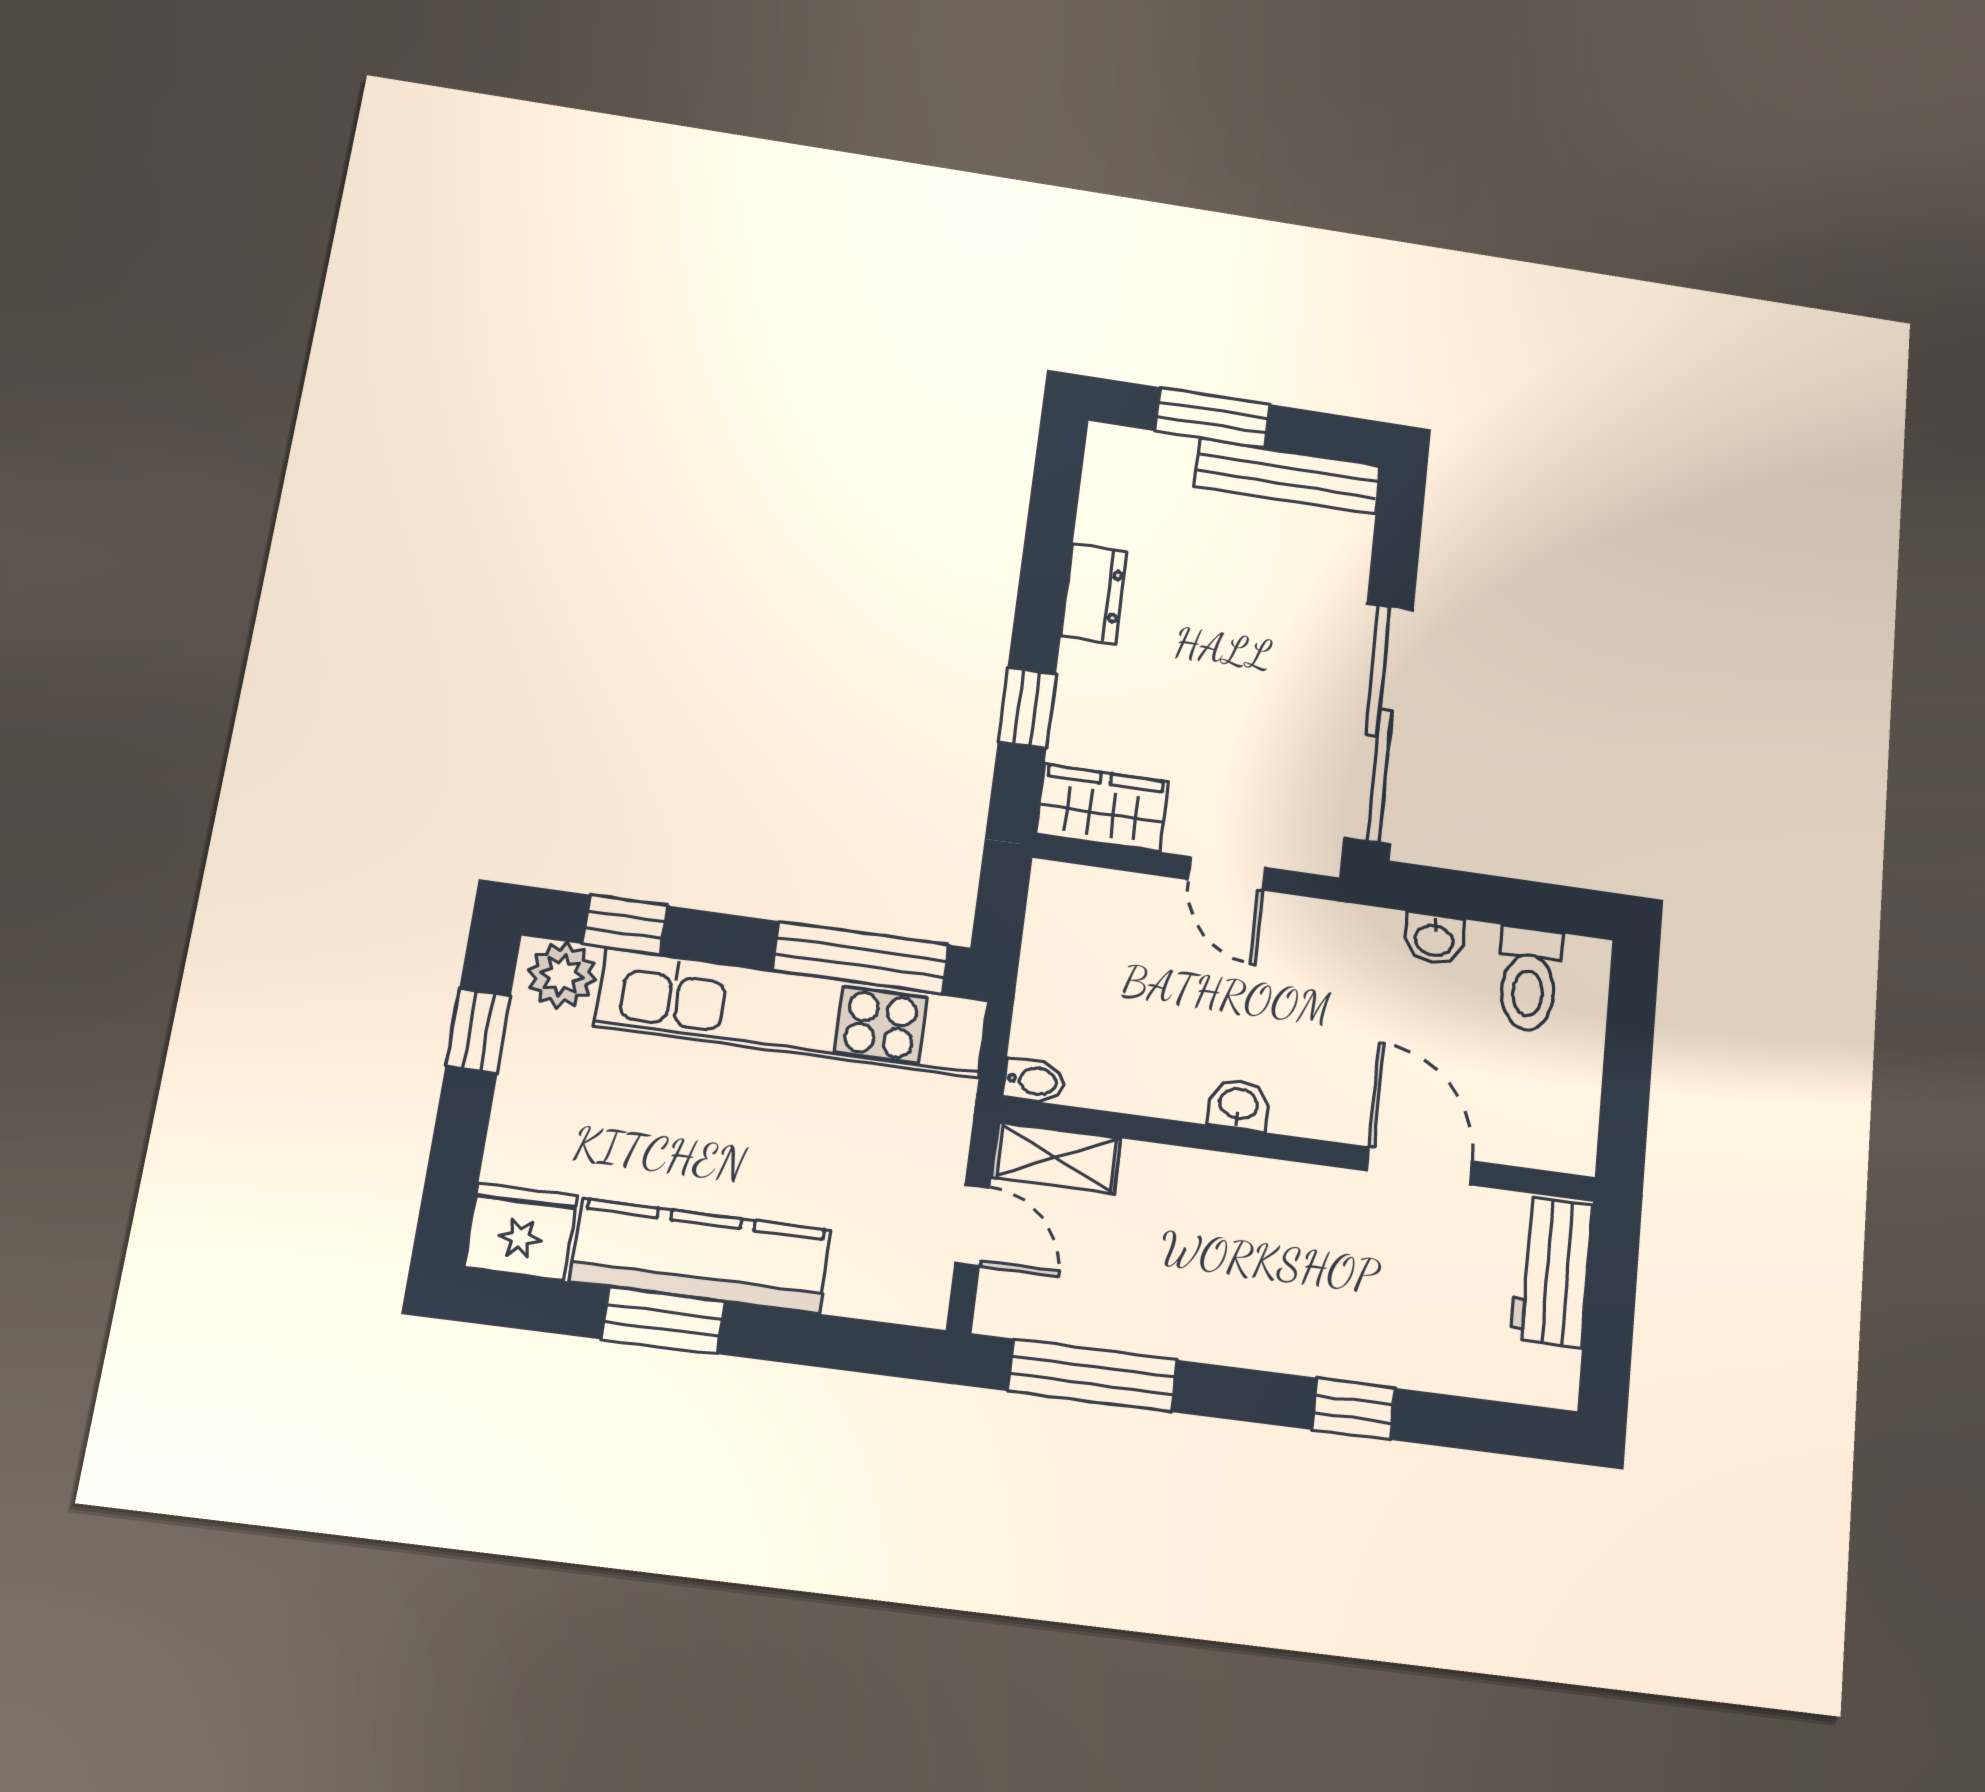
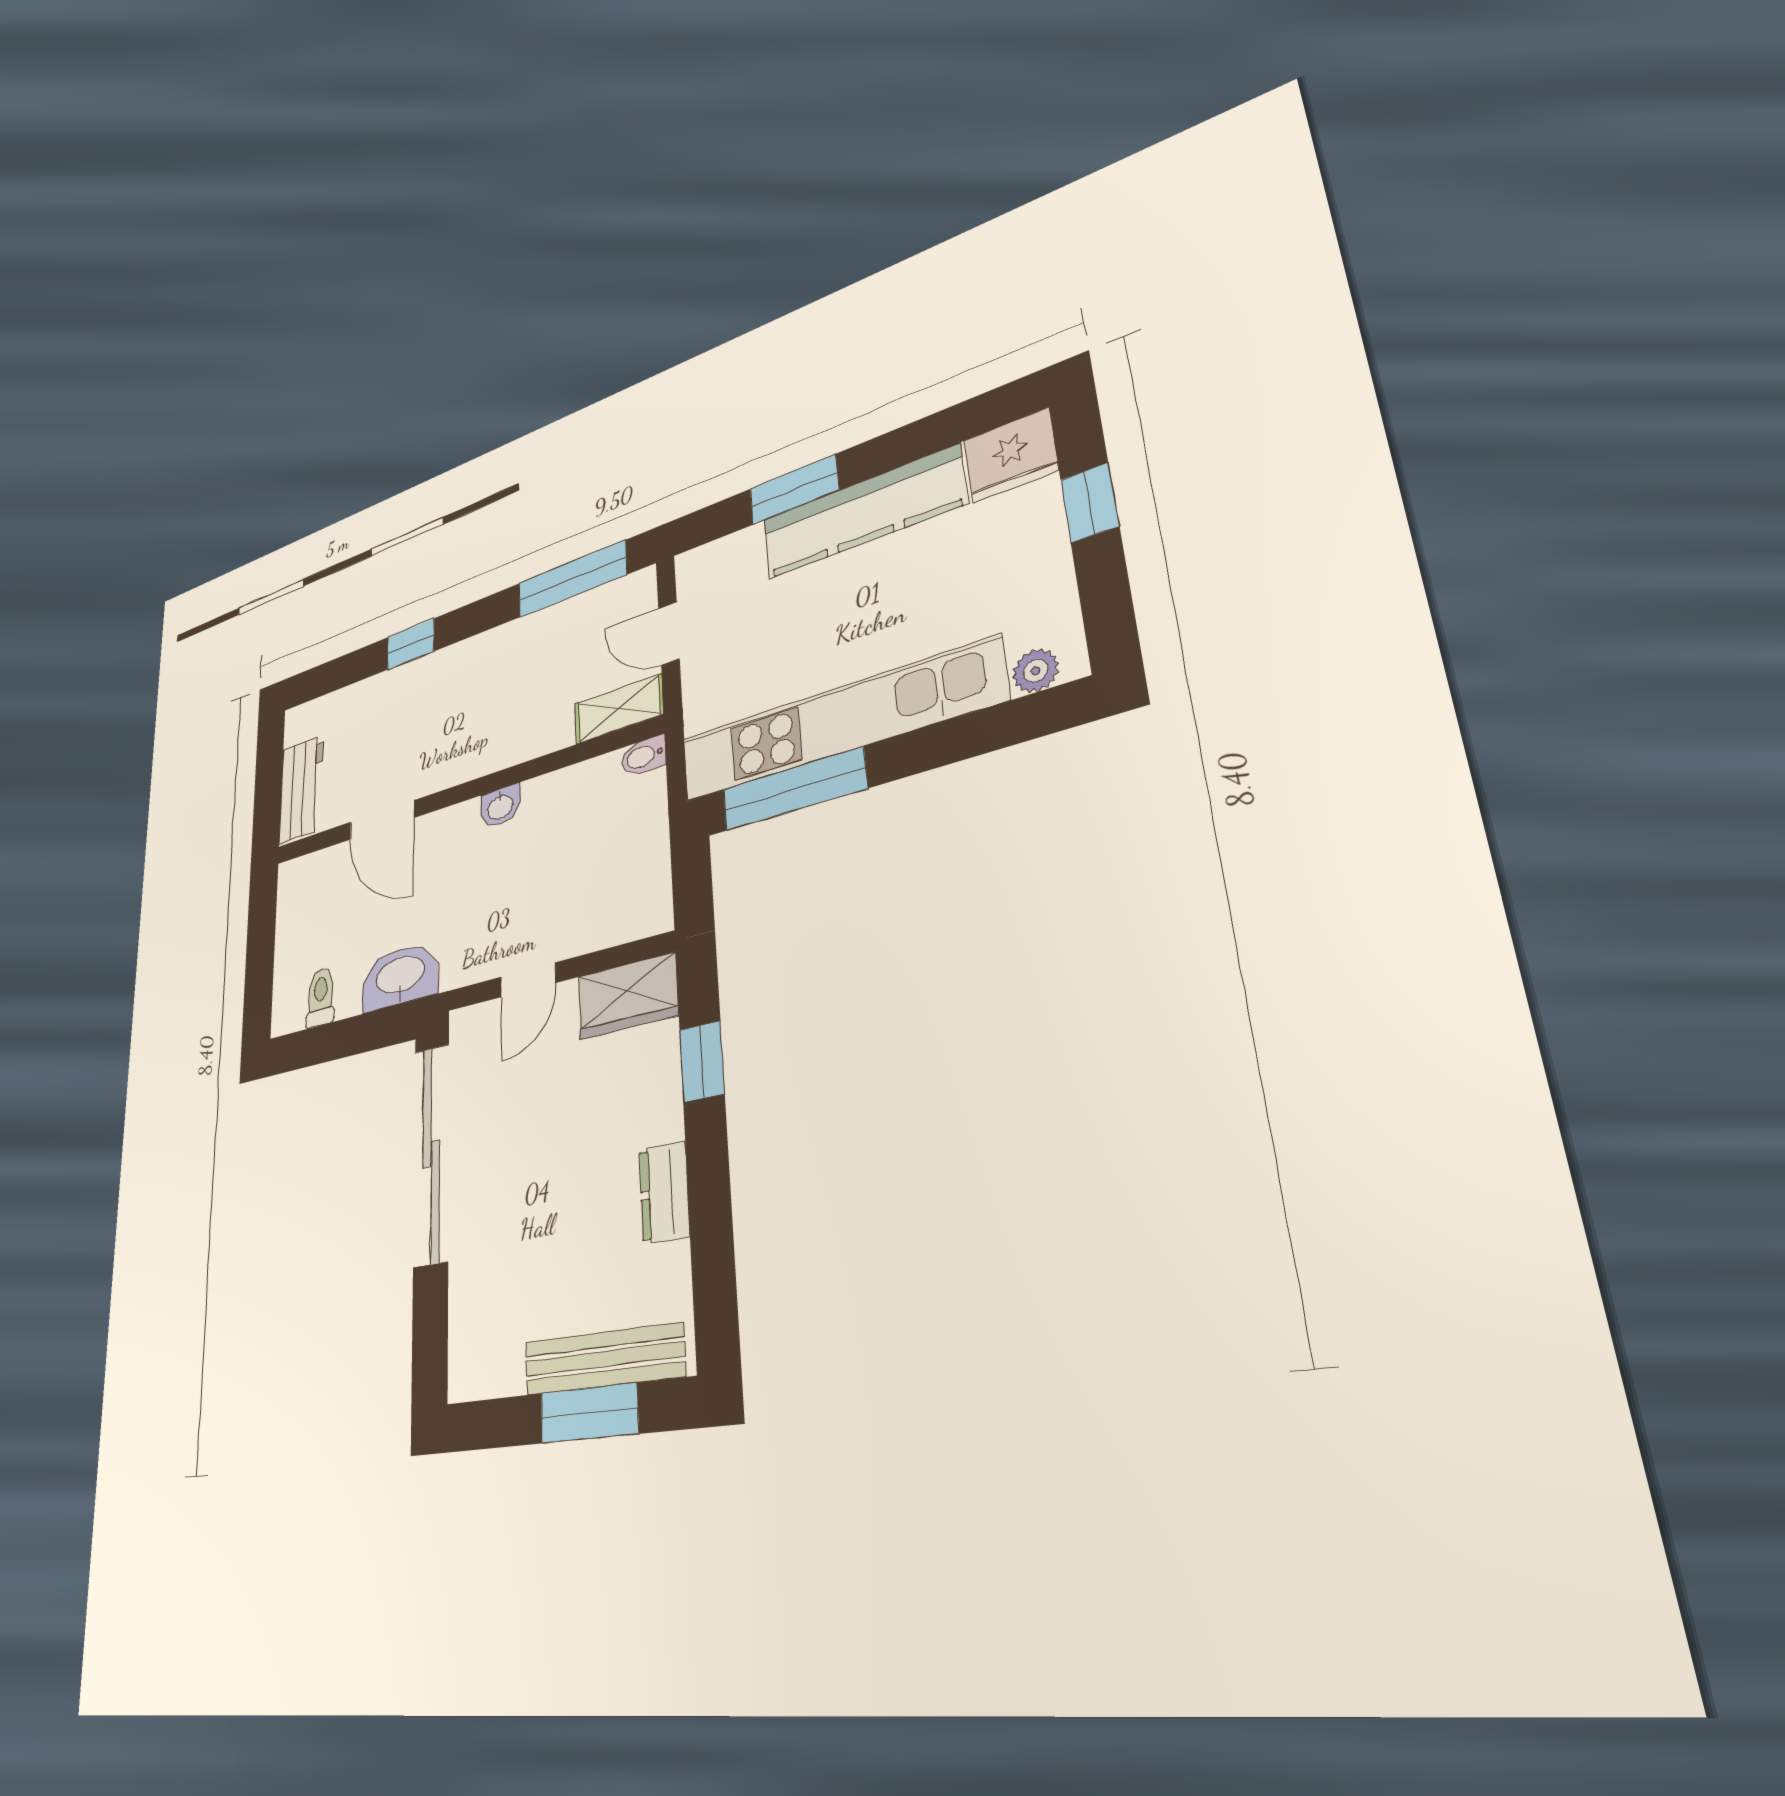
bench: (1288, 476) -> (604, 1359), moved
door: (1227, 873) -> (528, 980), swing flipped
window: (625, 925) -> (1001, 726), removed
washbasin: (1434, 939) -> (400, 976), width x1.91, depth x1.45
plant: (562, 975) -> (1036, 671), width x0.73, depth x0.73
toilet: (1529, 979) -> (321, 997), width x0.73, depth x0.72
window: (478, 1031) -> (1090, 503), moved
window: (663, 1320) -> (794, 490), moved

